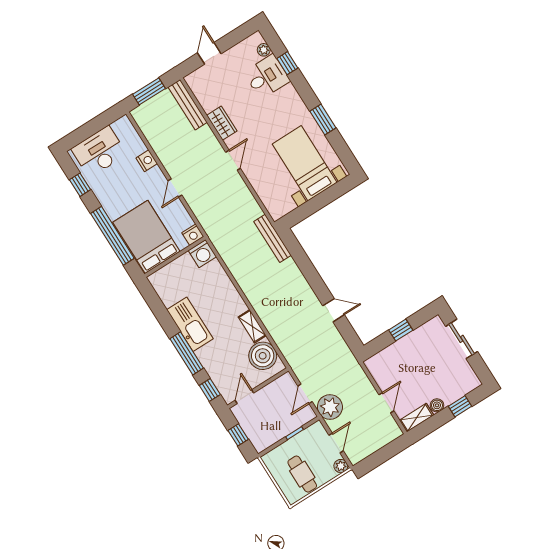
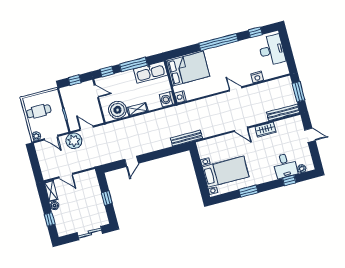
nightstand: (193, 235) -> (180, 97), moved
bed: (146, 237) -> (188, 69), moved
washing machine: (202, 254) -> (167, 99), moved
wall: (175, 257) -> (170, 82), moved

